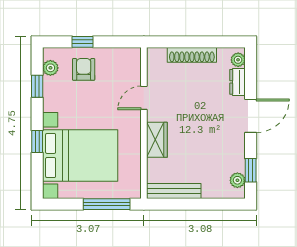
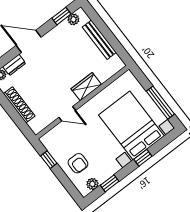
window: (82, 42) -> (49, 160), moved
armchair: (84, 69) -> (78, 163), turned -90
bench: (174, 191) -> (99, 40), moved
window: (107, 204) -> (160, 103), moved

